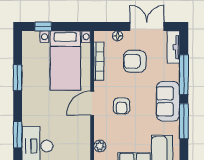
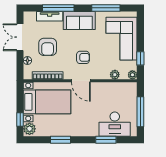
plant: (31, 38) -> (30, 129), added
tv unit: (173, 47) -> (50, 16), moved
window: (184, 121) -> (106, 8), moved

